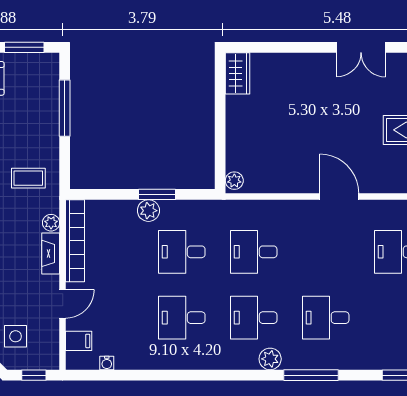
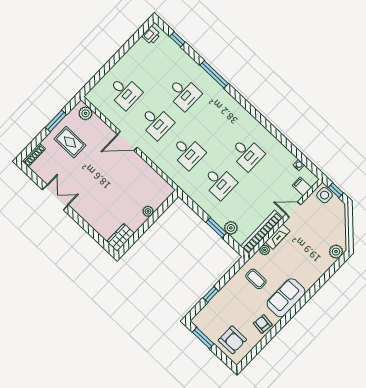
window: (65, 108) -> (211, 294), width x0.46
plant: (234, 181) -> (148, 211), moved
window: (157, 194) -> (216, 228), moved
door: (339, 196) -> (127, 141), hinge flipped
plant: (148, 211) -> (231, 228), moved
desk: (254, 318) -> (156, 122), moved
side table: (16, 336) -> (325, 195), moved
plant: (270, 359) -> (225, 99), removed

